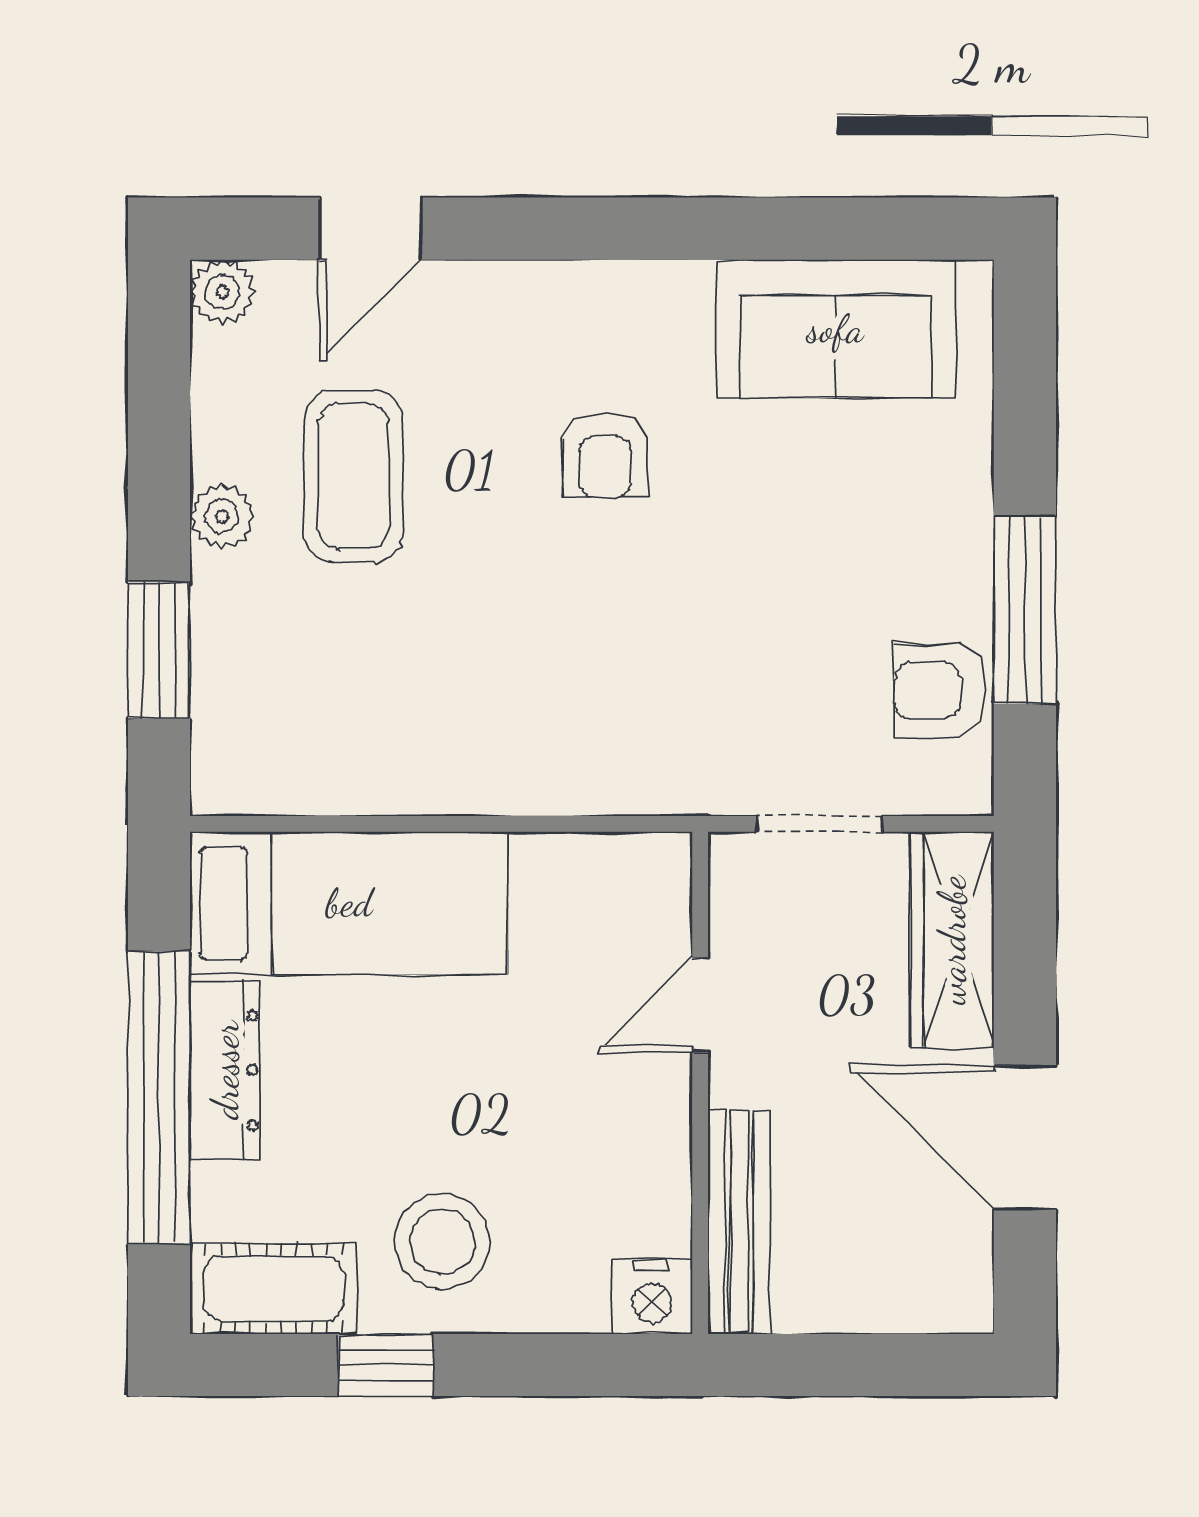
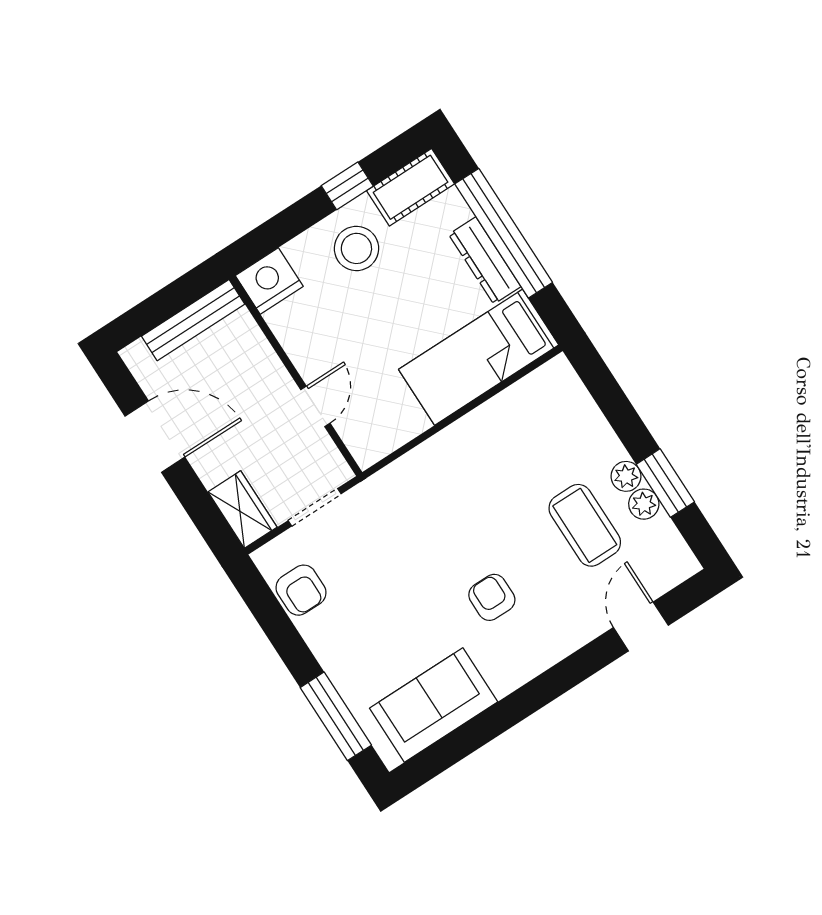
plant: (222, 292) -> (644, 504), moved
window: (1025, 610) -> (336, 716), moved
window: (159, 650) -> (665, 483), moved
armchair: (940, 690) -> (301, 590), turned 90
wardrobe: (952, 940) -> (242, 510), width x0.67
bench: (739, 1222) -> (193, 320), moved, turned 90
nightstand: (652, 1297) -> (269, 281), width x1.36, depth x1.33

